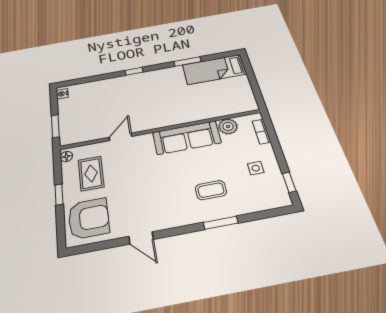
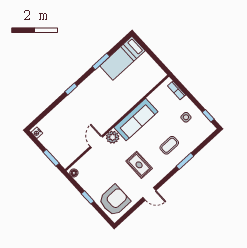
plant: (228, 126) -> (113, 137), moved
rug: (91, 173) -> (139, 165), moved

